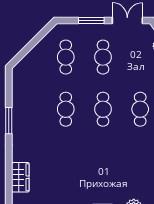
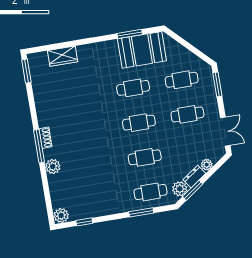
window: (91, 21) -> (217, 84), moved
booth: (28, 93) -> (142, 50), added
window: (9, 121) -> (130, 34), moved

